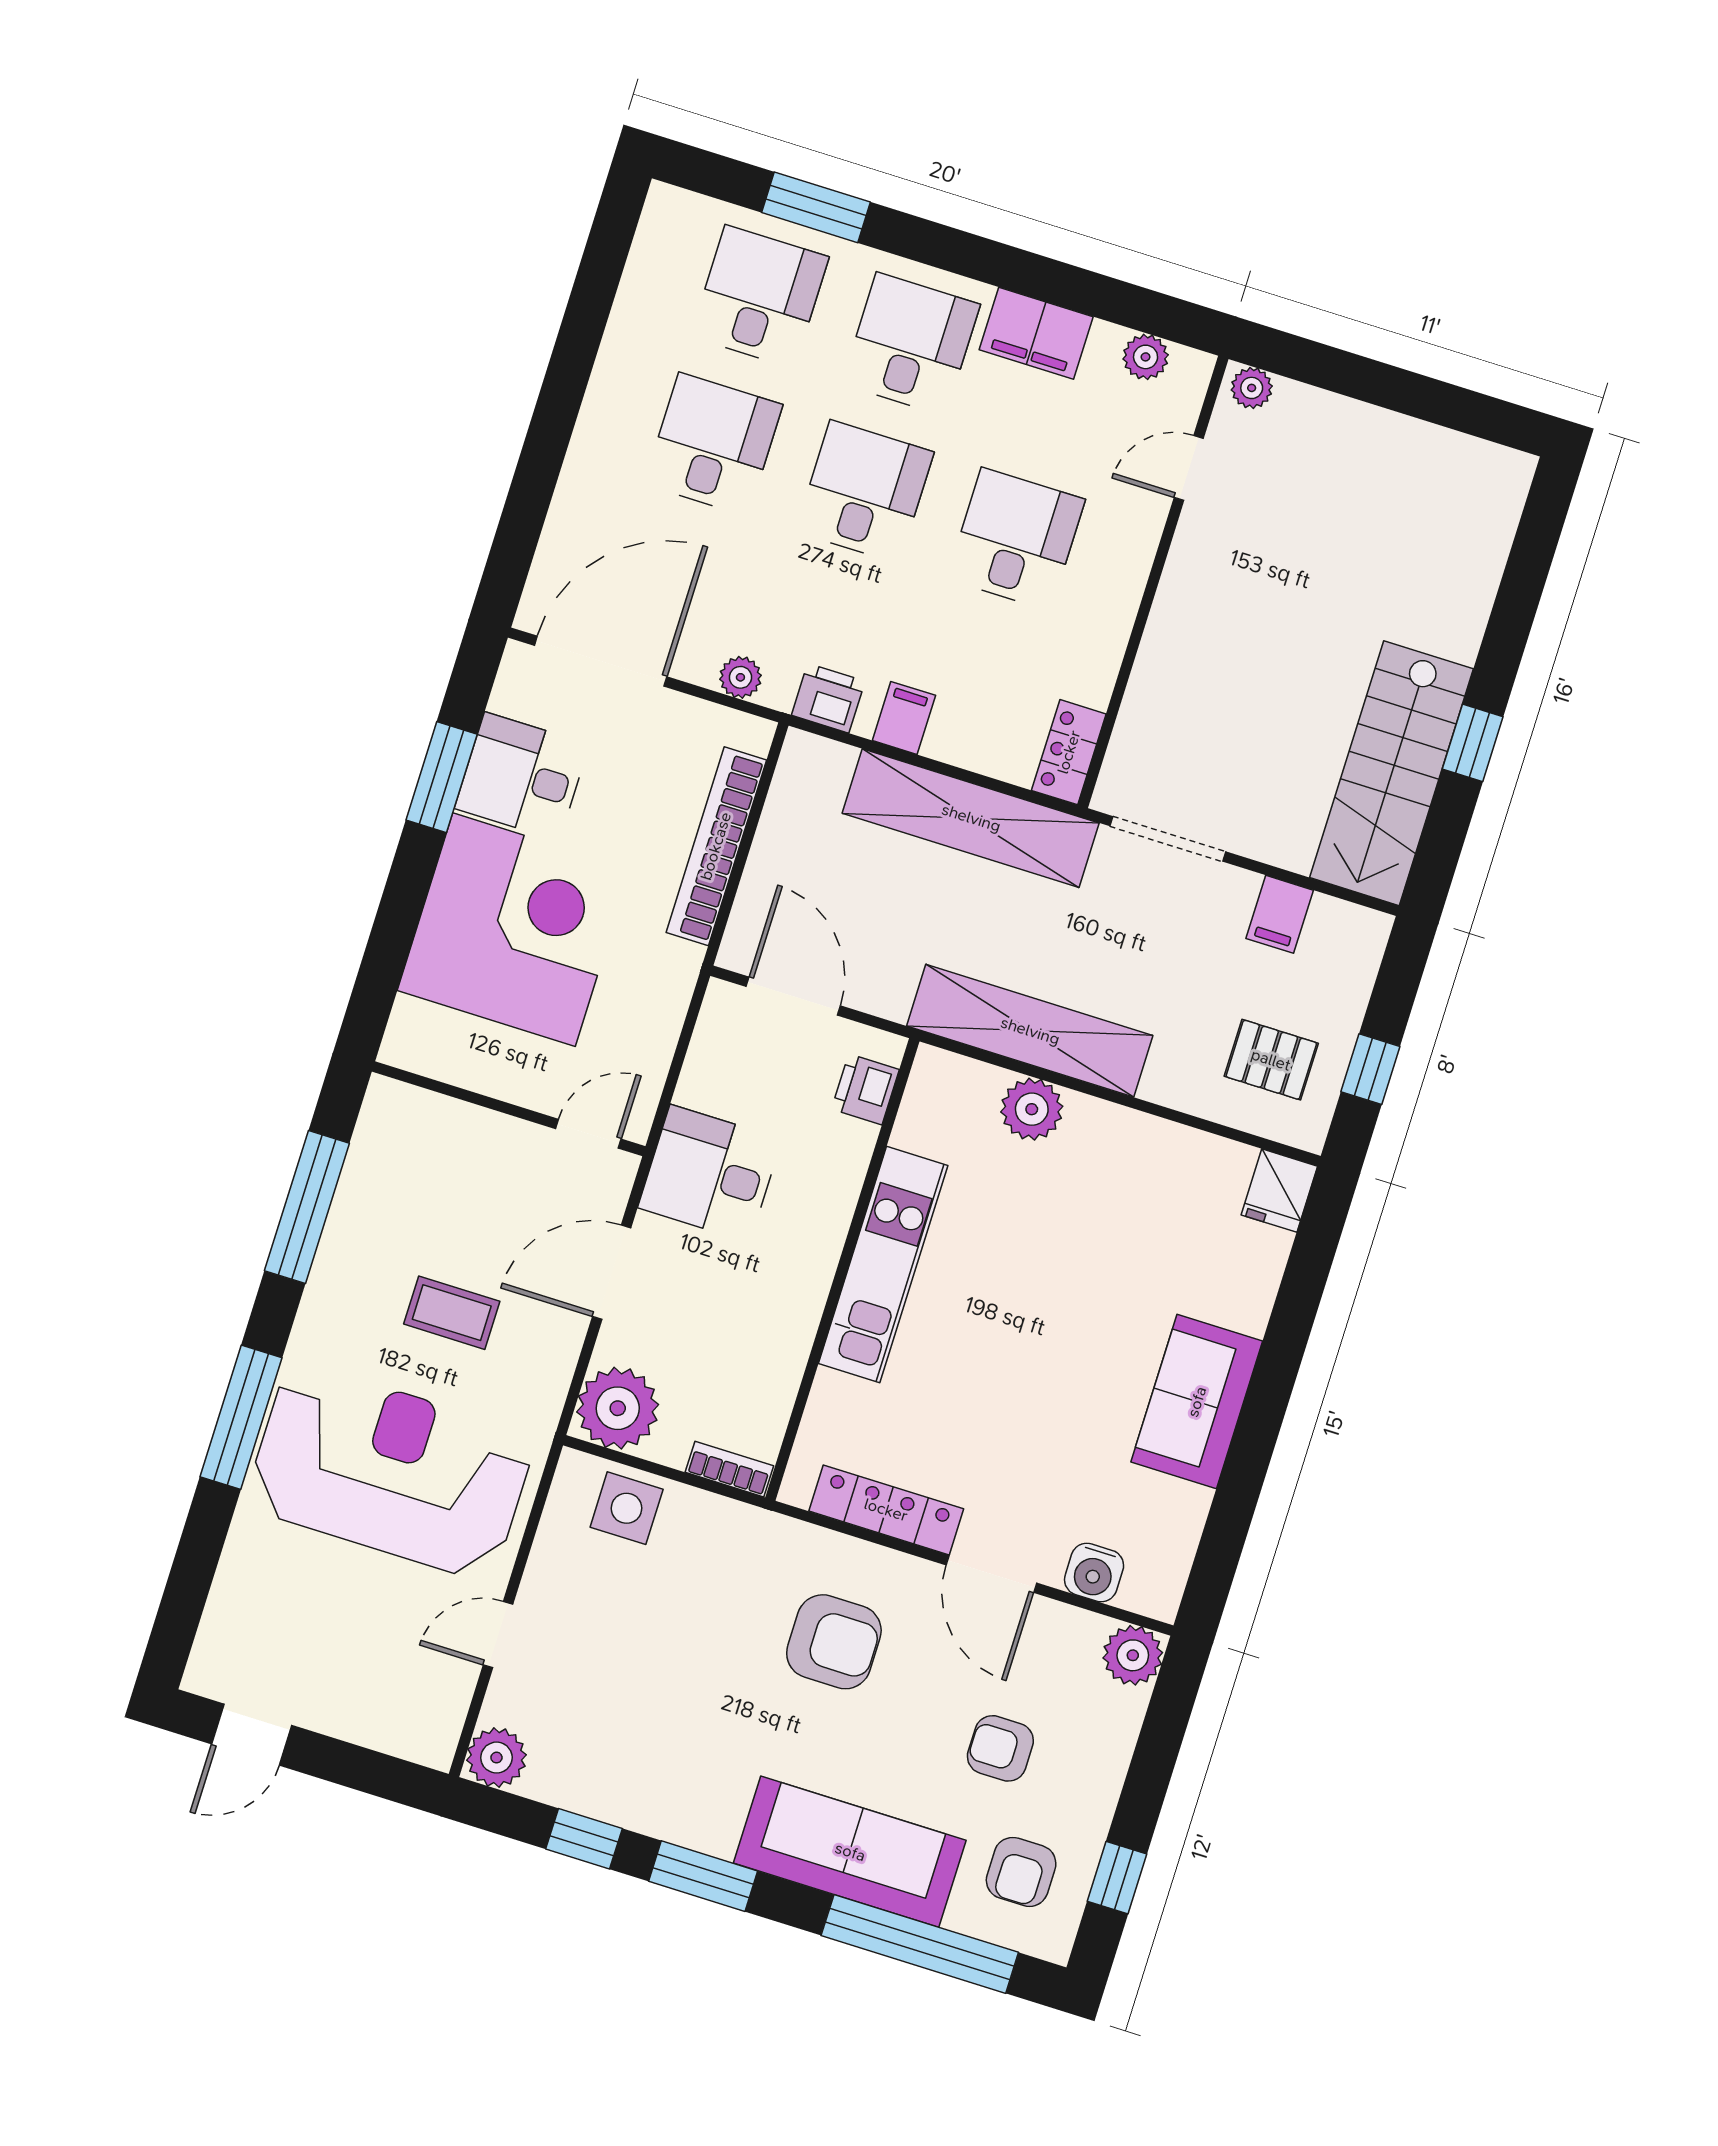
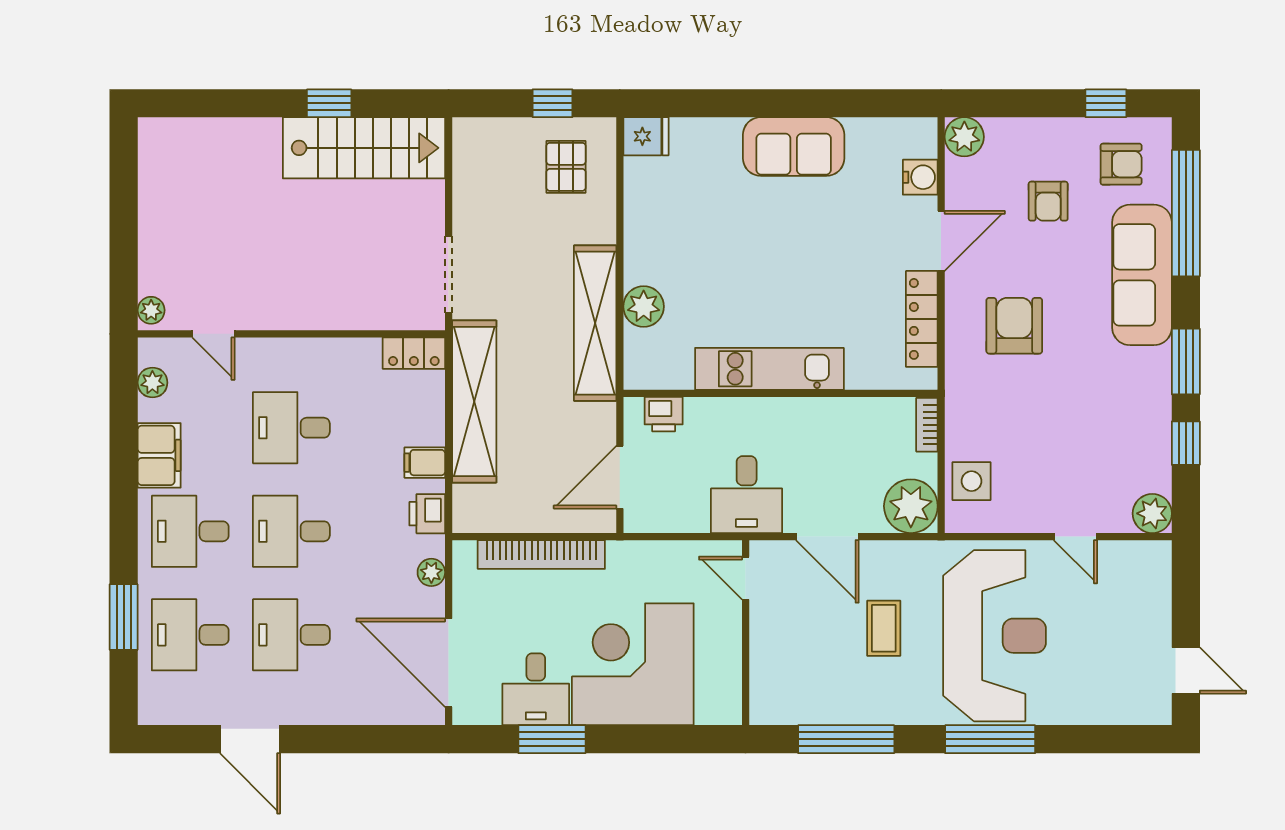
door: (580, 336) -> (250, 739), added
filing cabinet: (1280, 914) -> (474, 190), removed
reception desk: (390, 1471) -> (994, 636), turned 180

